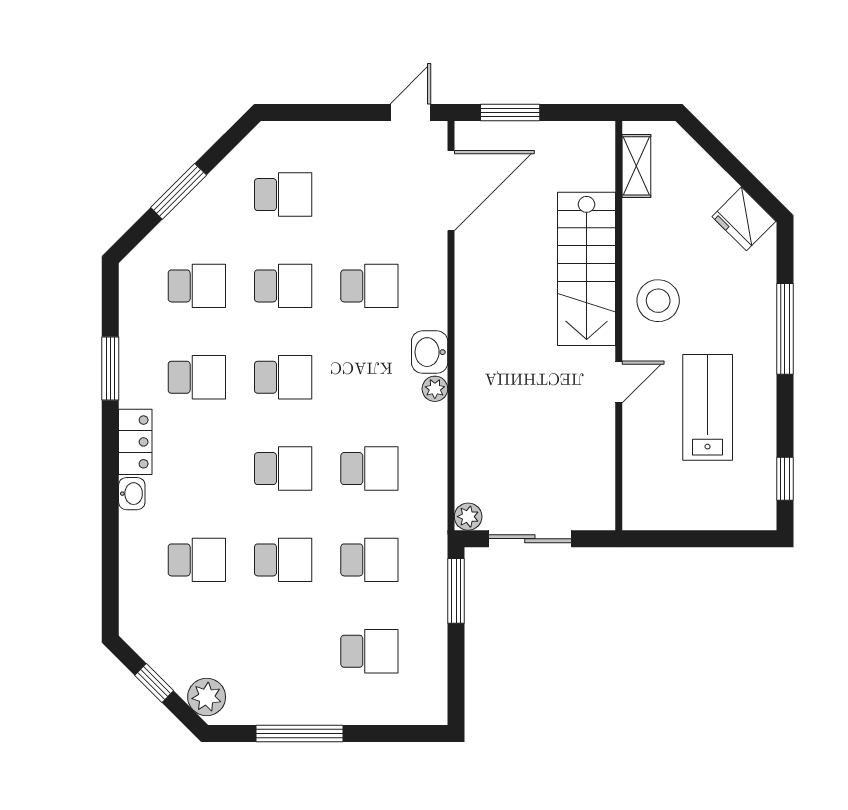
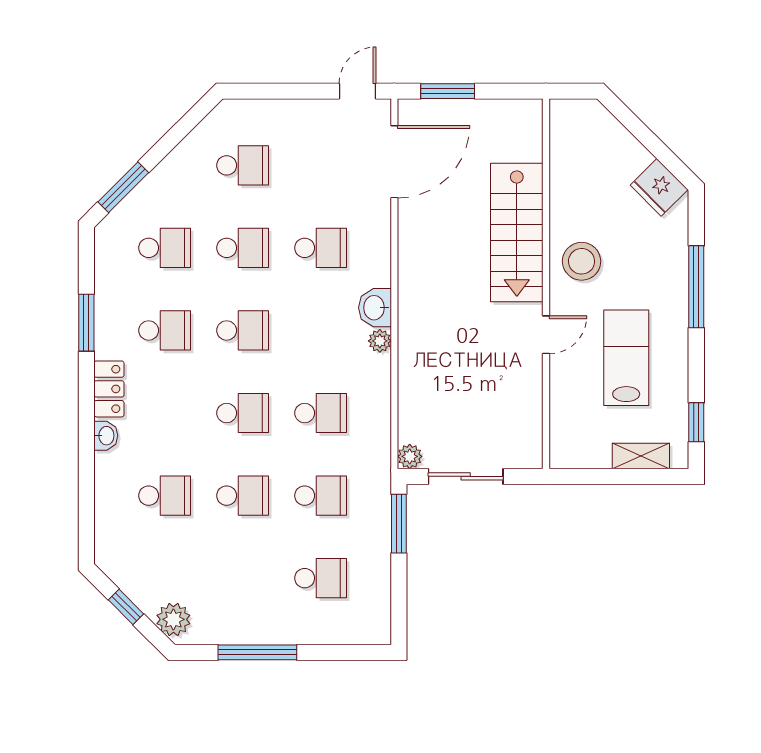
shelving: (636, 166) -> (641, 456), moved, turned 90
window: (179, 191) -> (123, 187), moved

